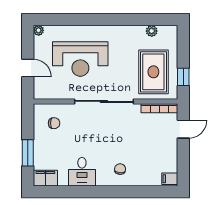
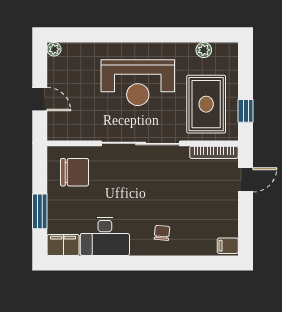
reception desk: (80, 59) -> (138, 83), moved
chair: (54, 123) -> (75, 172), width x1.87, depth x1.87
desk: (82, 172) -> (105, 236), width x1.37

